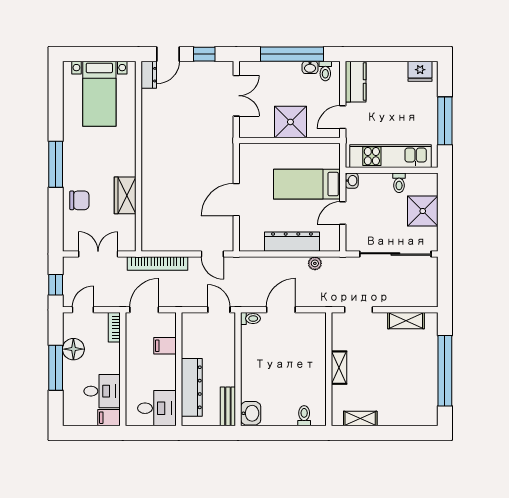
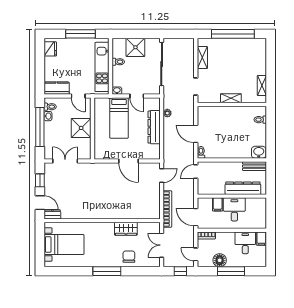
desk: (157, 408) -> (234, 209), moved

